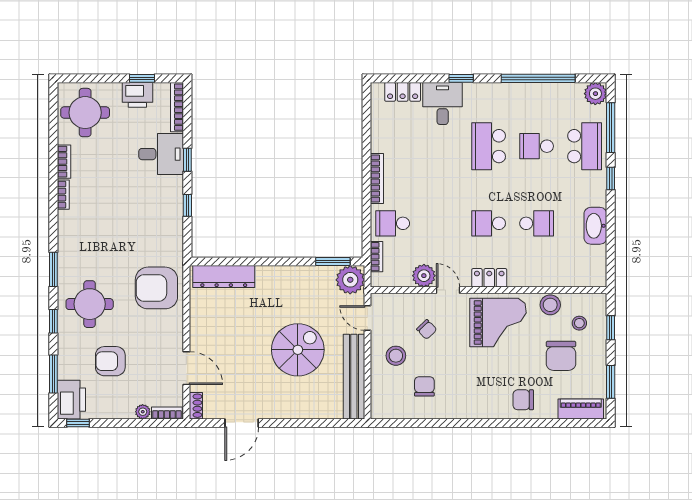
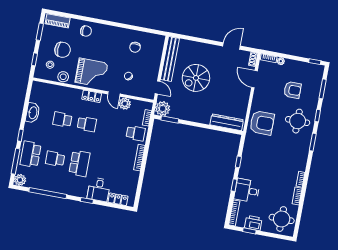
school desk: (537, 146) -> (55, 159), turned 180
grand piano: (498, 323) -> (91, 73), turned 180
stool: (396, 356) -> (147, 66), removed
chair: (561, 356) -> (63, 50), turned 90
printer: (71, 400) -> (316, 74), removed

